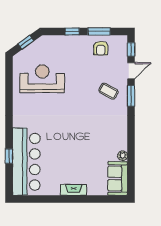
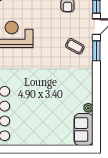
fireplace: (74, 190) -> (42, 140), removed

